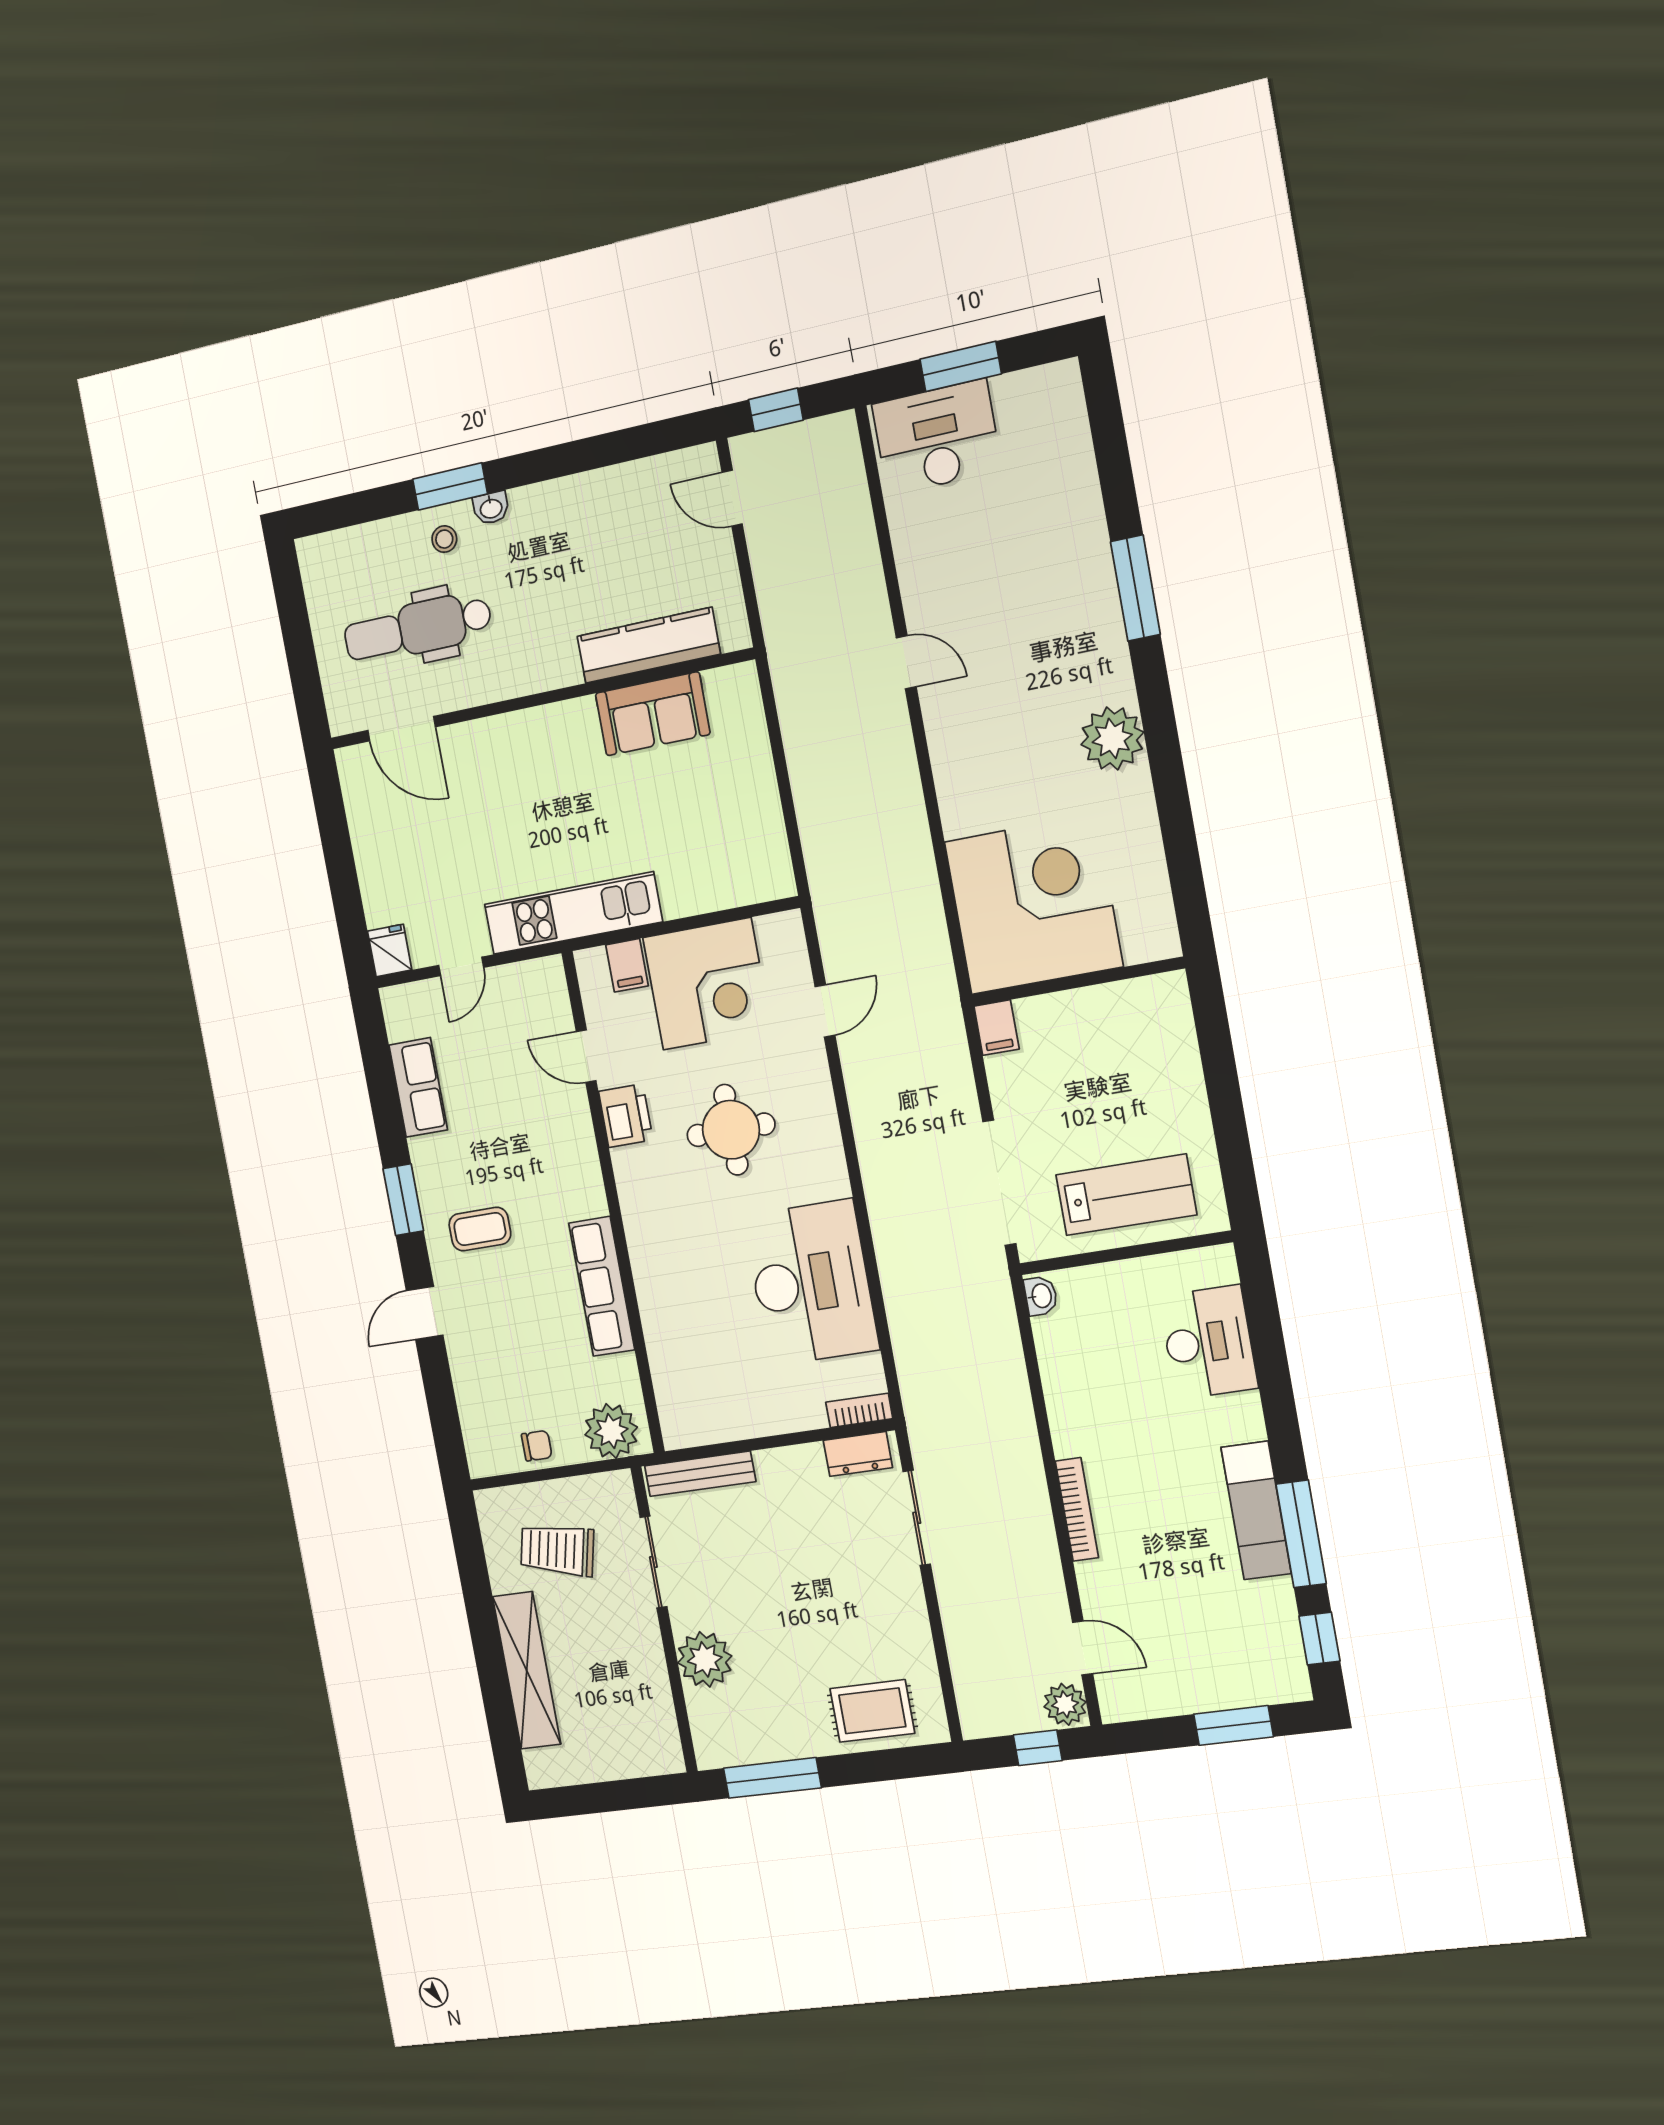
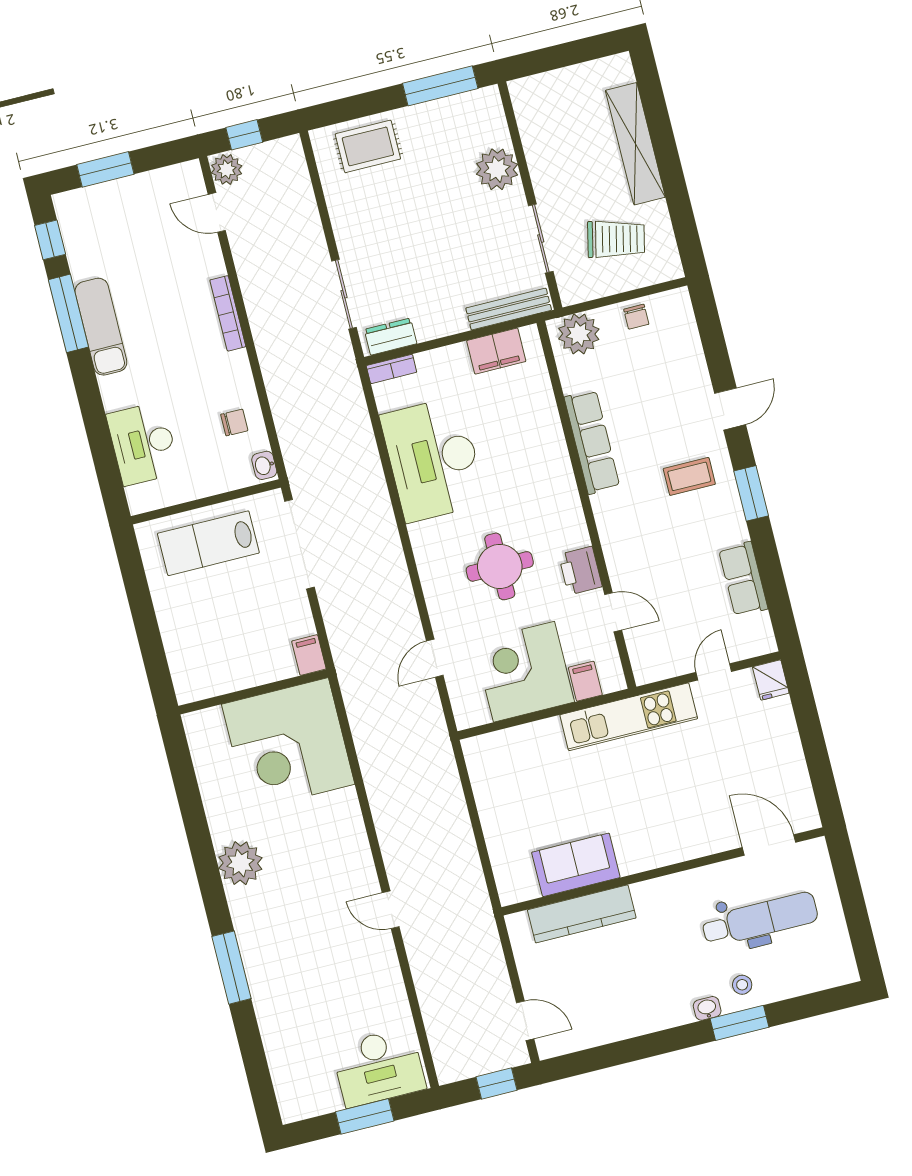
chair: (1078, 1359) -> (234, 422), added
filing cabinet: (719, 1420) -> (496, 351), added
chair: (537, 1446) -> (636, 317), turned -90

